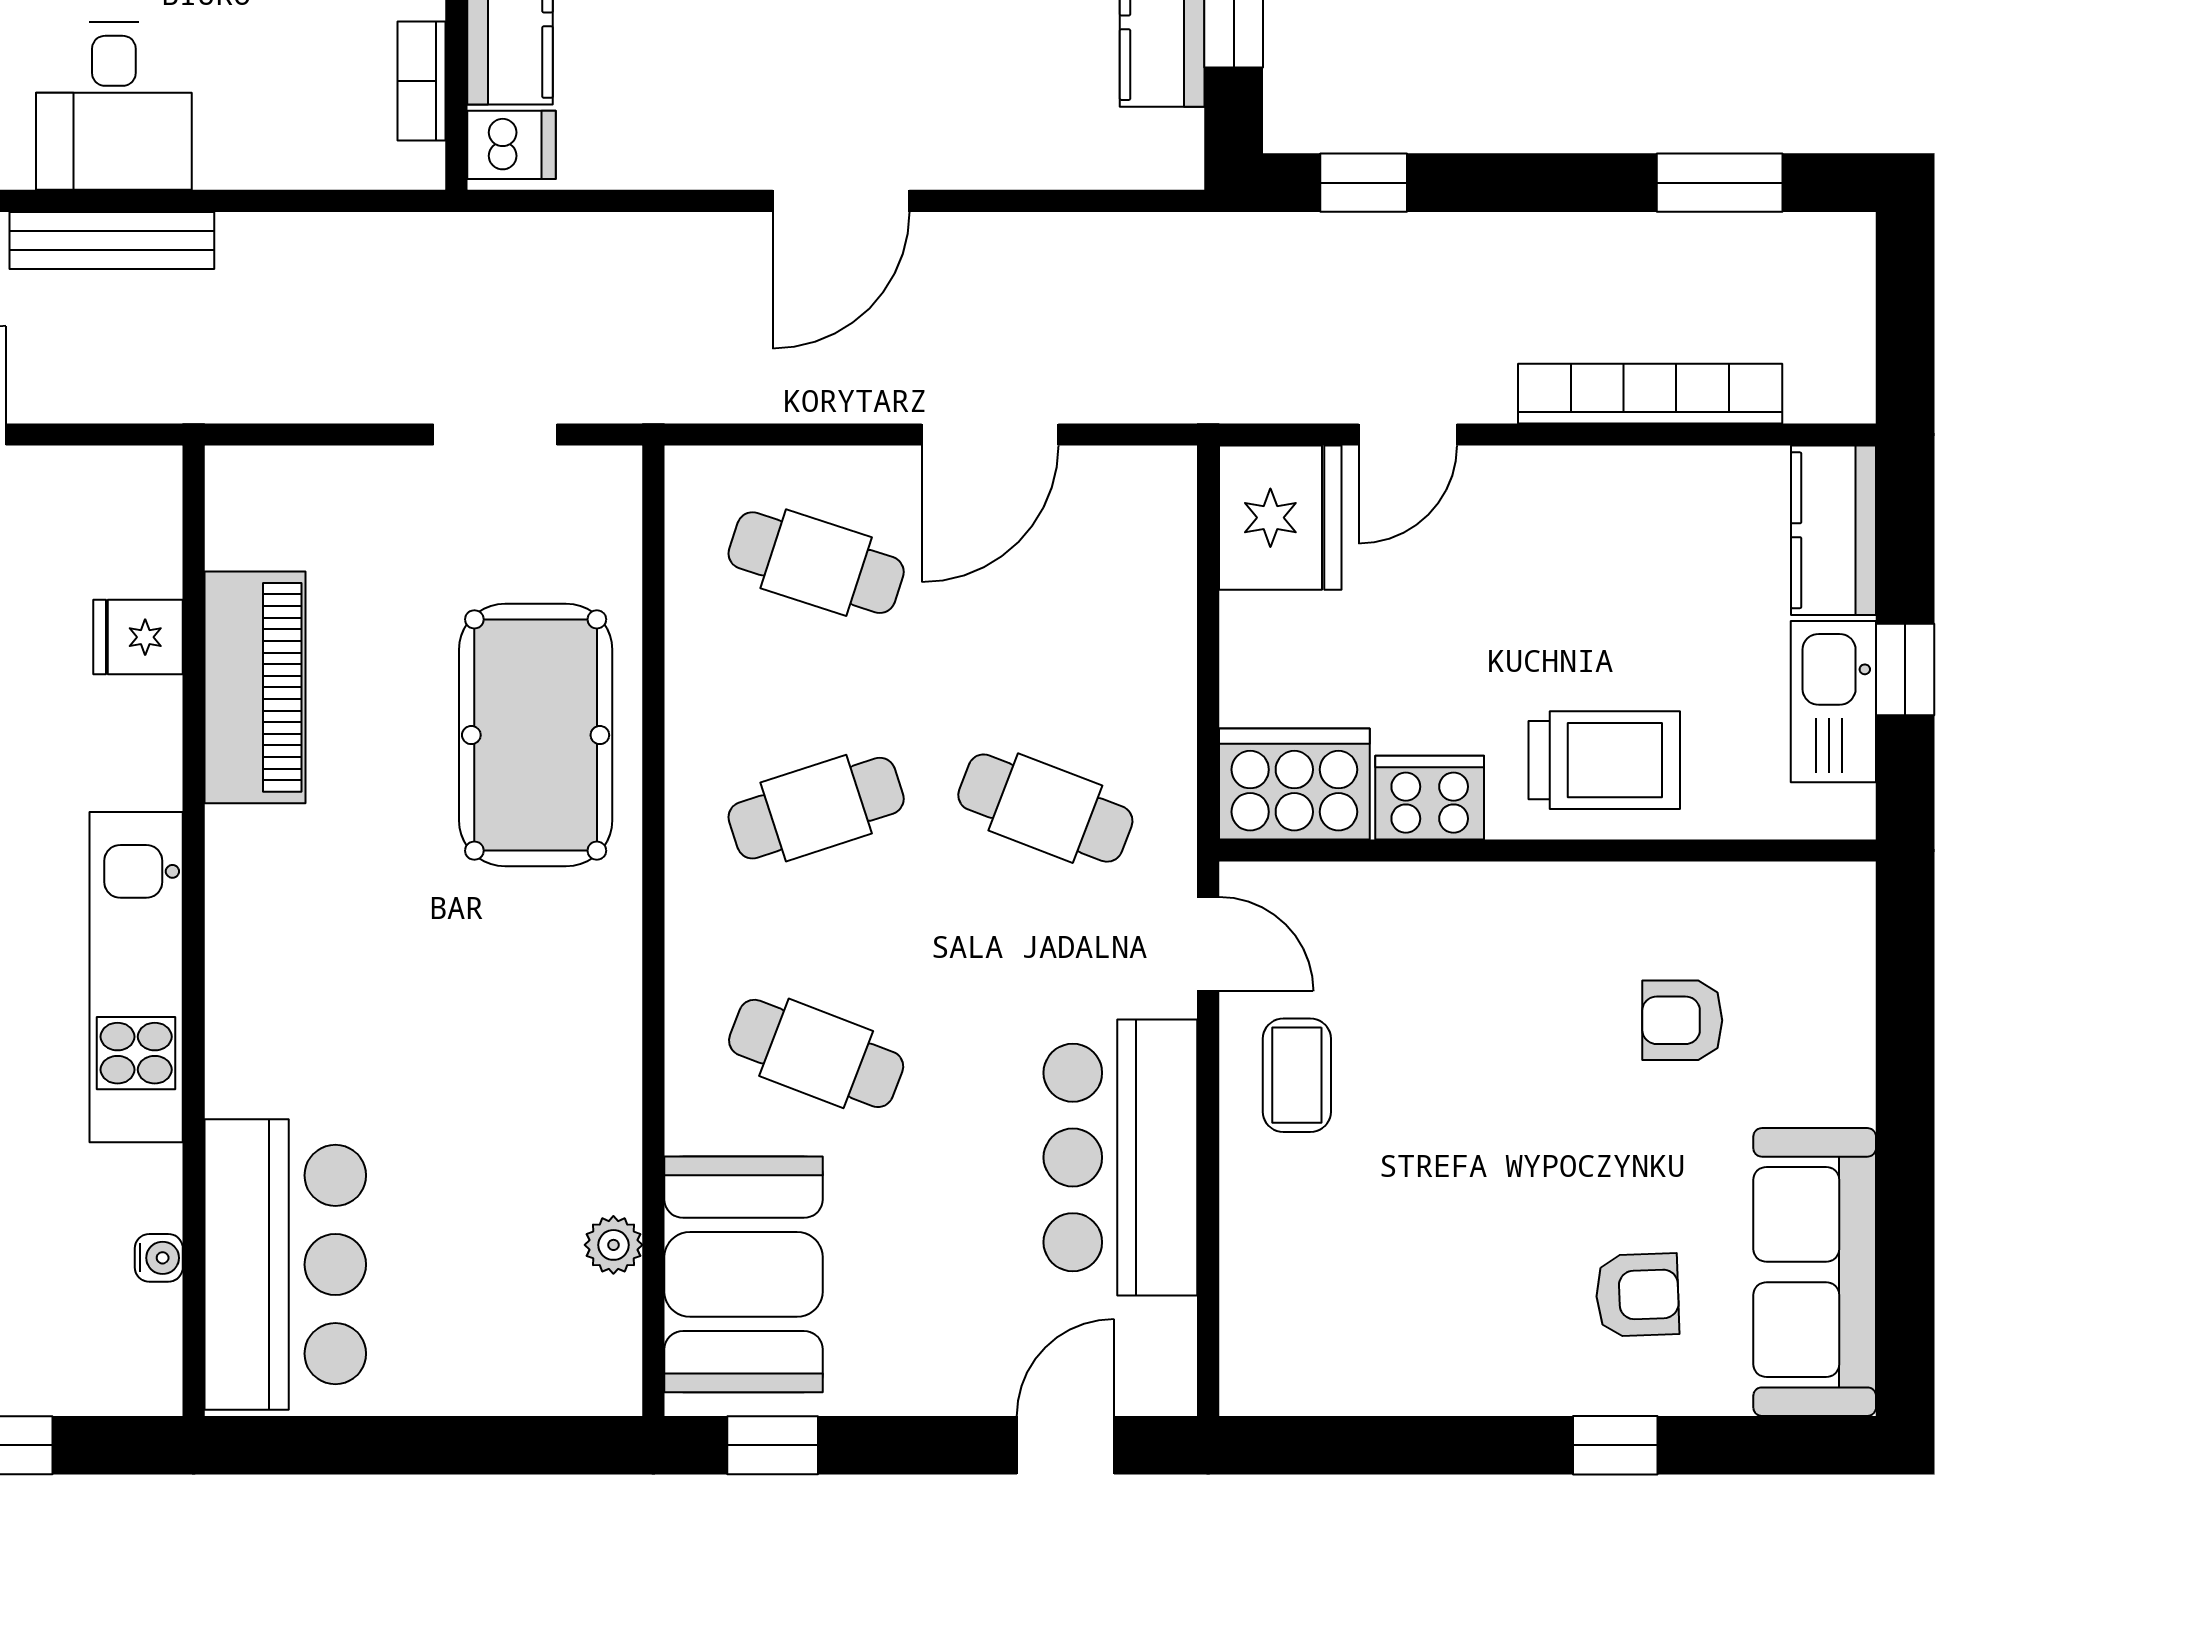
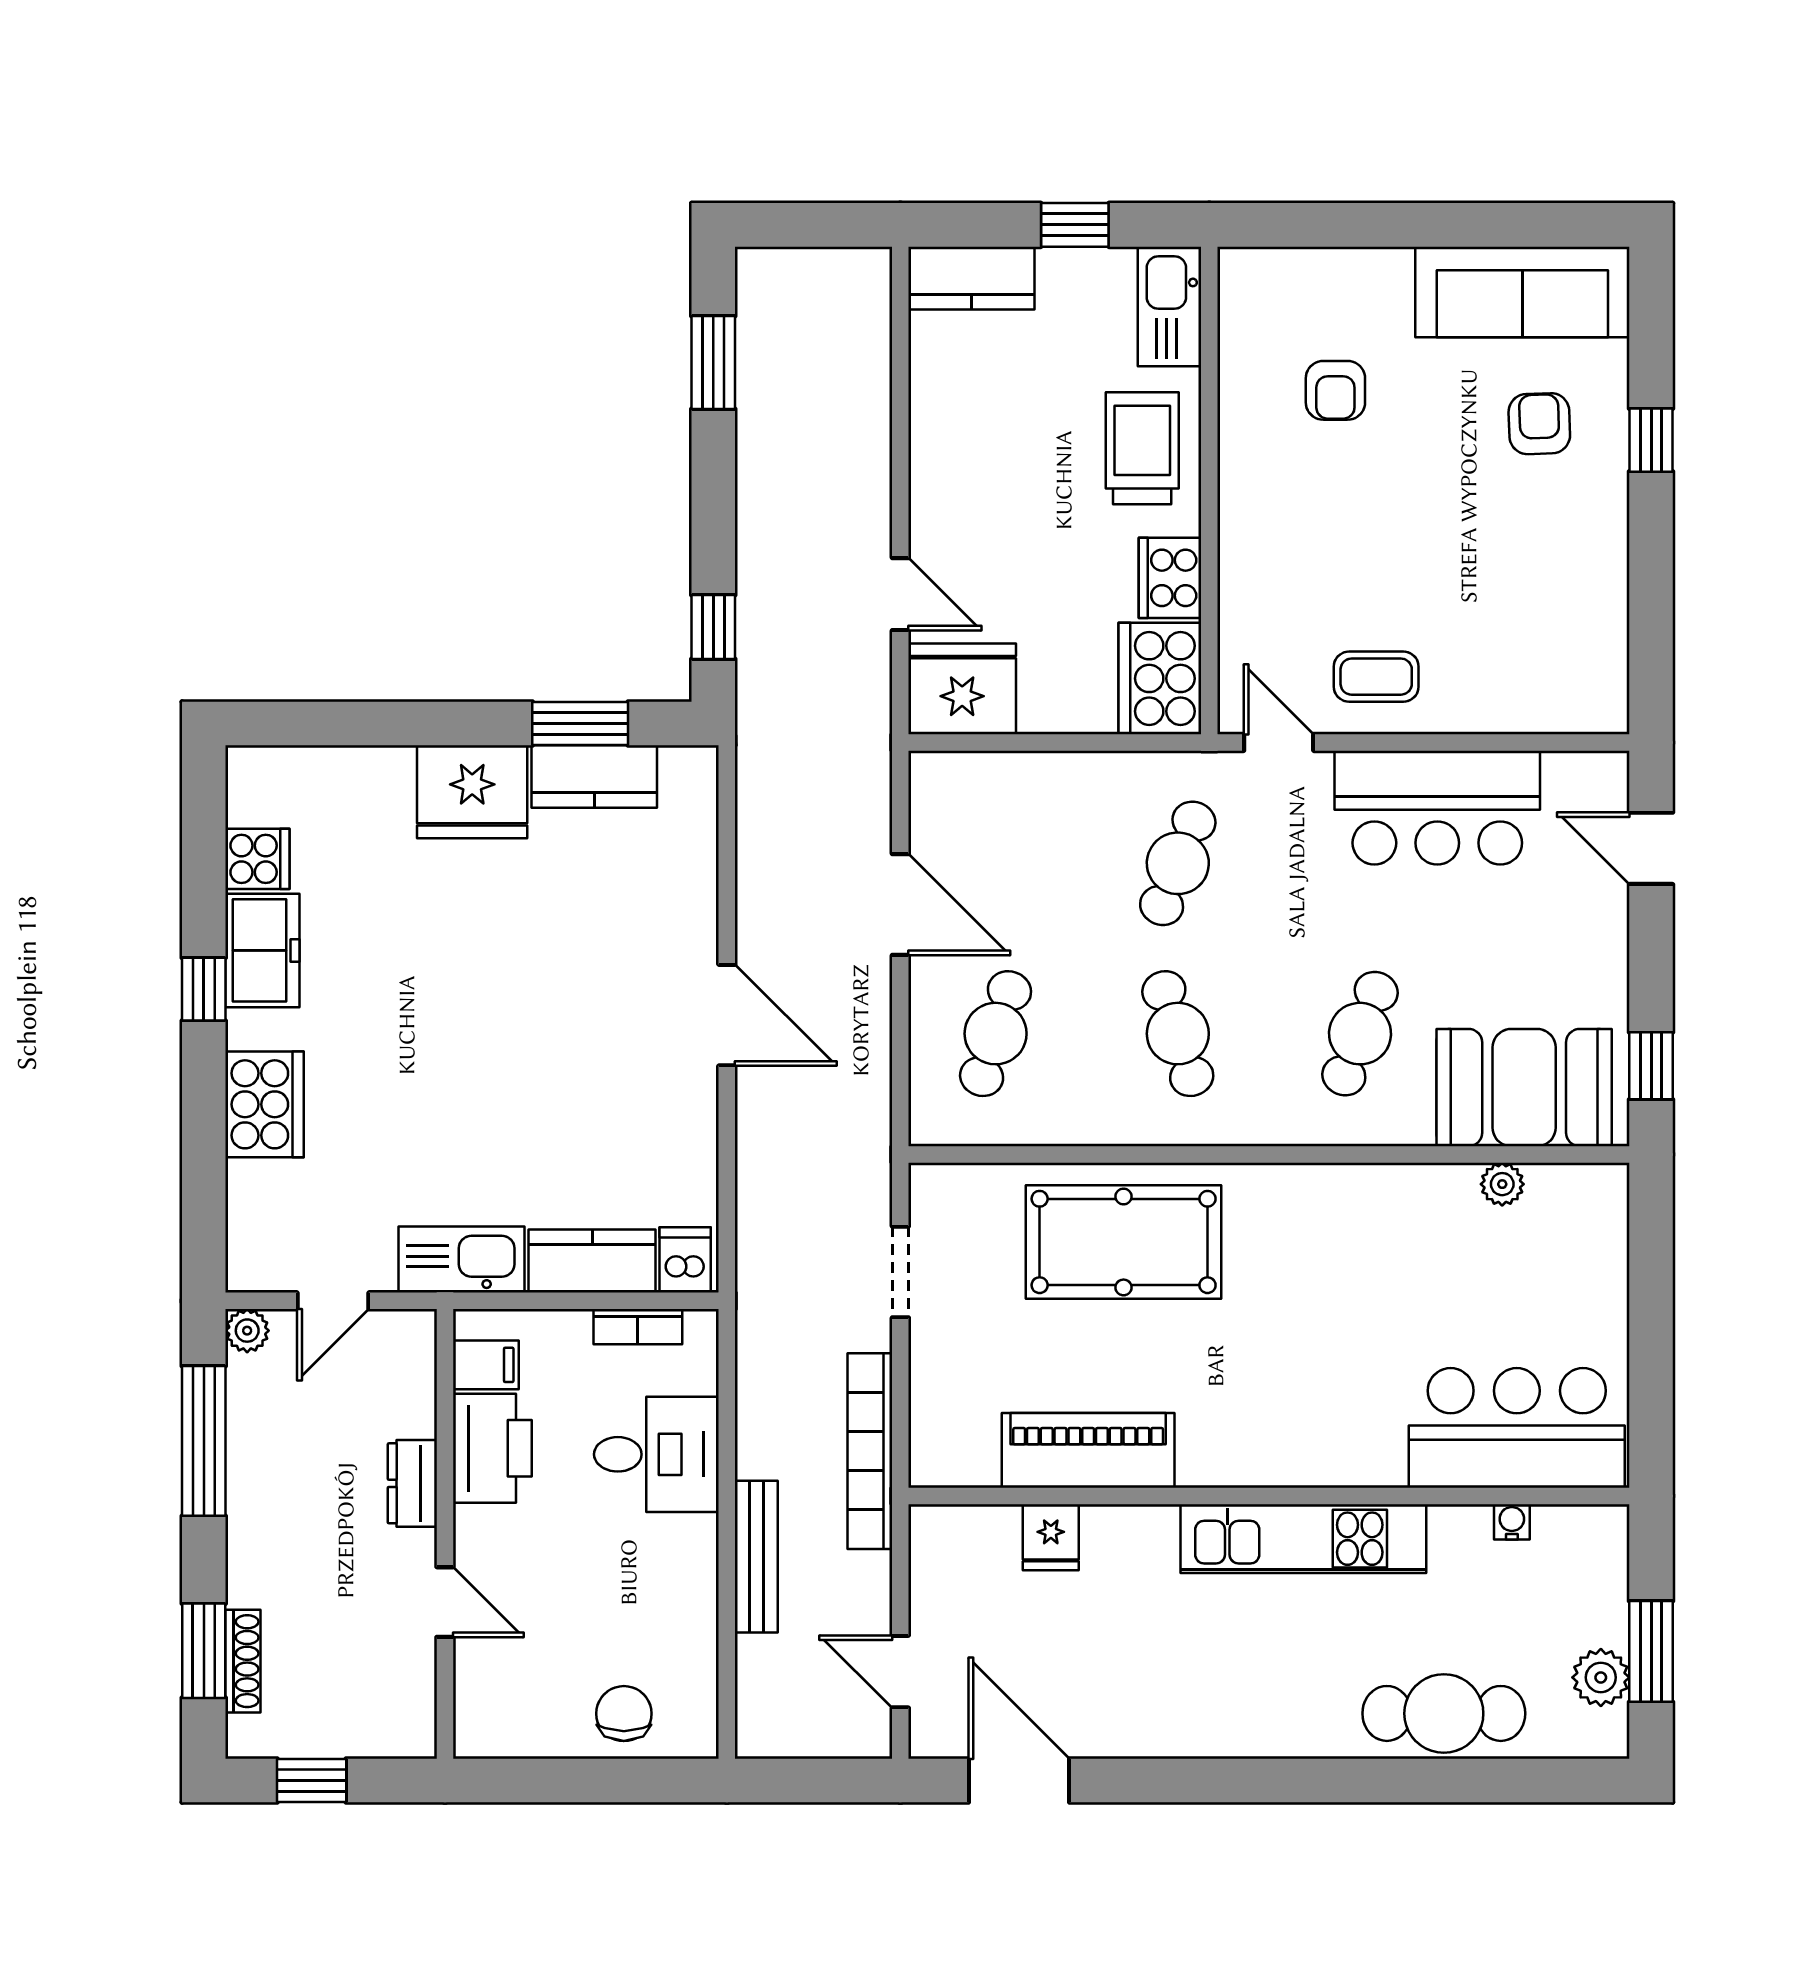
desk: (114, 106) -> (656, 1454), moved
bookcase: (1650, 394) -> (870, 1451), moved
kitchen sink: (1833, 702) -> (1170, 306), moved, turned 90
door: (1208, 944) -> (1279, 742), hinge flipped

